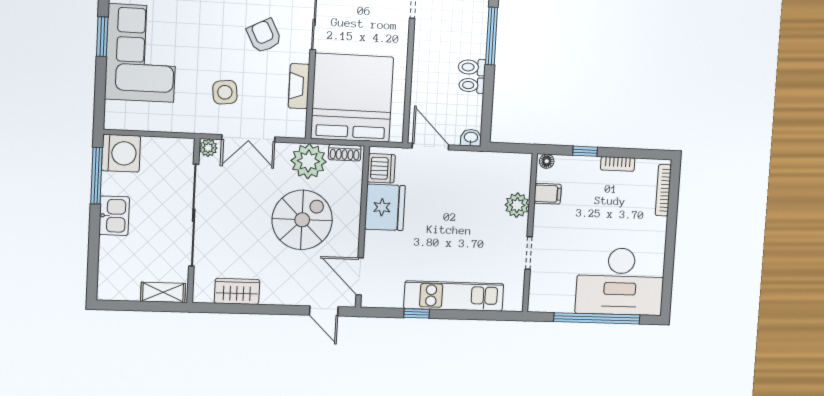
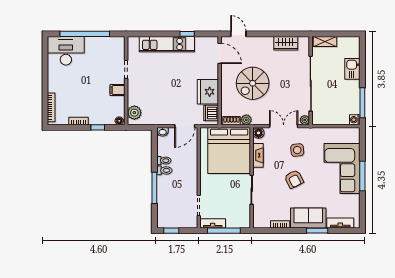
armchair: (264, 36) -> (294, 179), moved
window: (102, 37) -> (362, 176), width x1.44
floor lamp: (296, 128) -> (258, 133), added
door: (430, 146) -> (185, 126), hinge flipped
washing machine: (121, 153) -> (355, 120), width x0.53, depth x0.53
plant: (309, 161) -> (246, 120), width x0.53, depth x0.53
filing cabinet: (548, 194) -> (117, 90), moved
plant: (517, 205) -> (134, 113), moved
kitchen sink: (114, 216) -> (352, 69), moved
desk: (620, 281) -> (66, 51), width x0.73, depth x0.77

